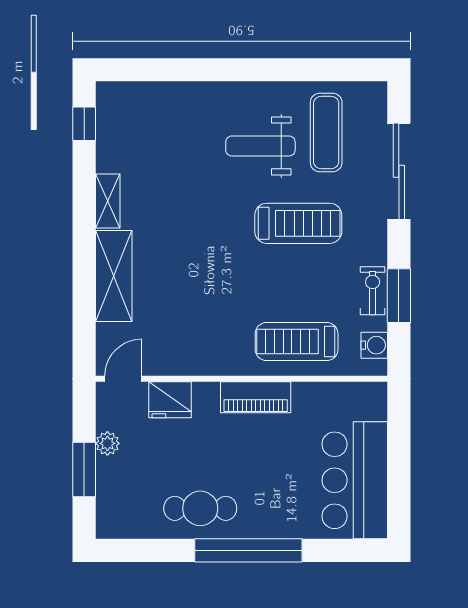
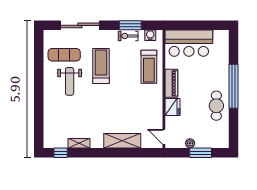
shelving: (108, 201) -> (79, 143), moved
fridge: (170, 400) -> (172, 107), moved
bar counter: (355, 480) -> (189, 43), moved

